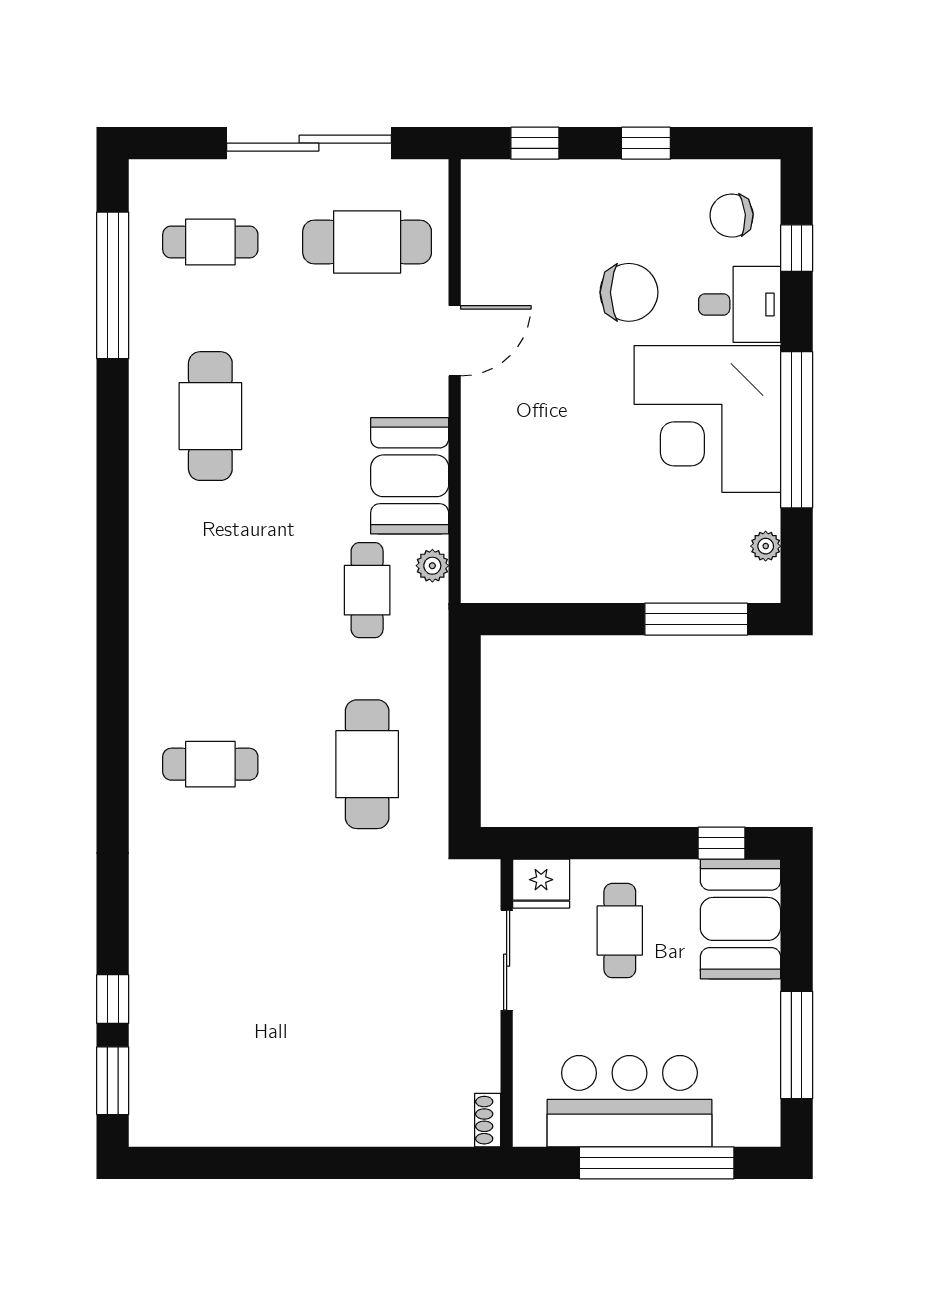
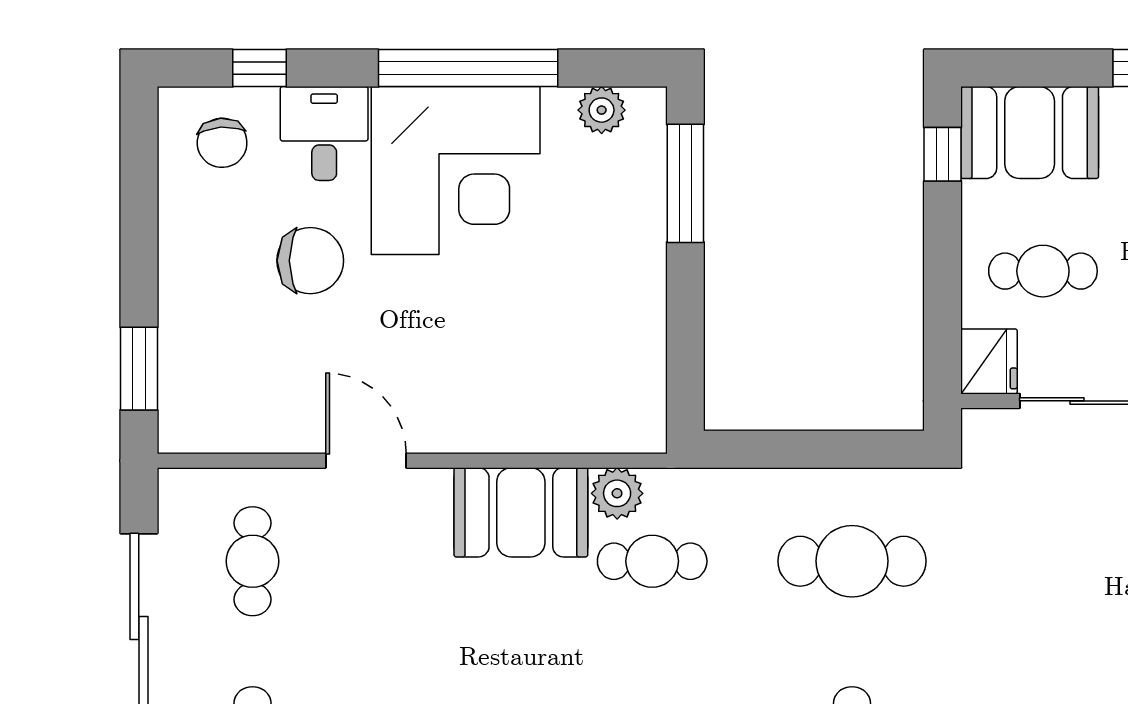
window: (535, 143) -> (139, 369), width x1.50
window: (646, 143) -> (139, 241), removed
cafe table: (367, 242) -> (252, 561), width x0.73, depth x0.74
chair: (629, 292) -> (310, 261), turned 90
plant: (766, 546) -> (602, 110), width x1.38, depth x1.38
plant: (432, 566) -> (617, 493), width x1.38, depth x1.38

